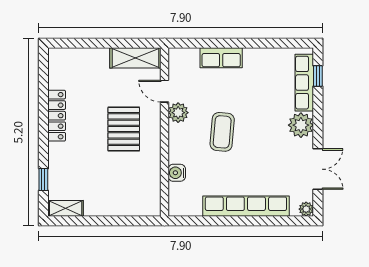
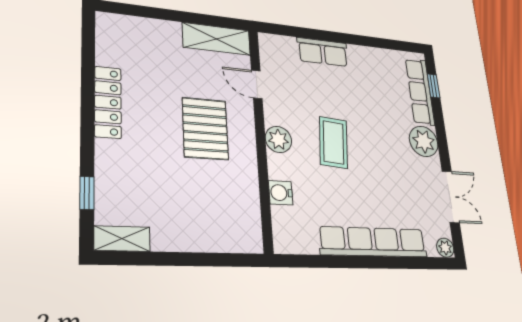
plant: (178, 113) -> (278, 139), moved

